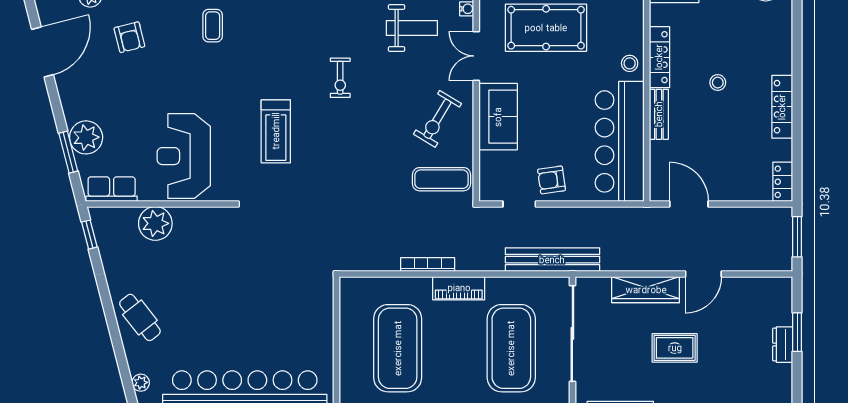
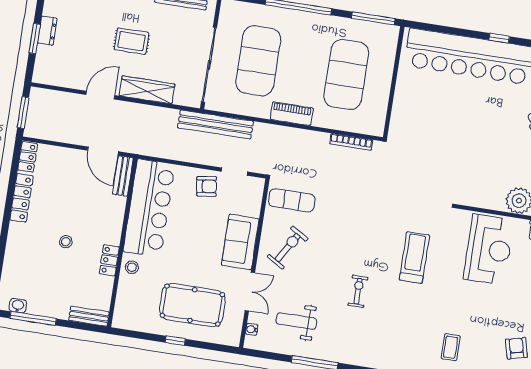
locker: (659, 57) -> (109, 260), width x0.66
locker: (782, 107) -> (21, 198), moved
bench: (659, 114) -> (123, 176), moved
bookcase: (428, 264) -> (351, 142), moved

